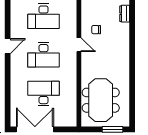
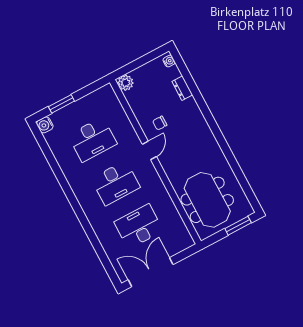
door: (79, 45) -> (149, 150), hinge flipped
door: (8, 46) -> (70, 195), removed

